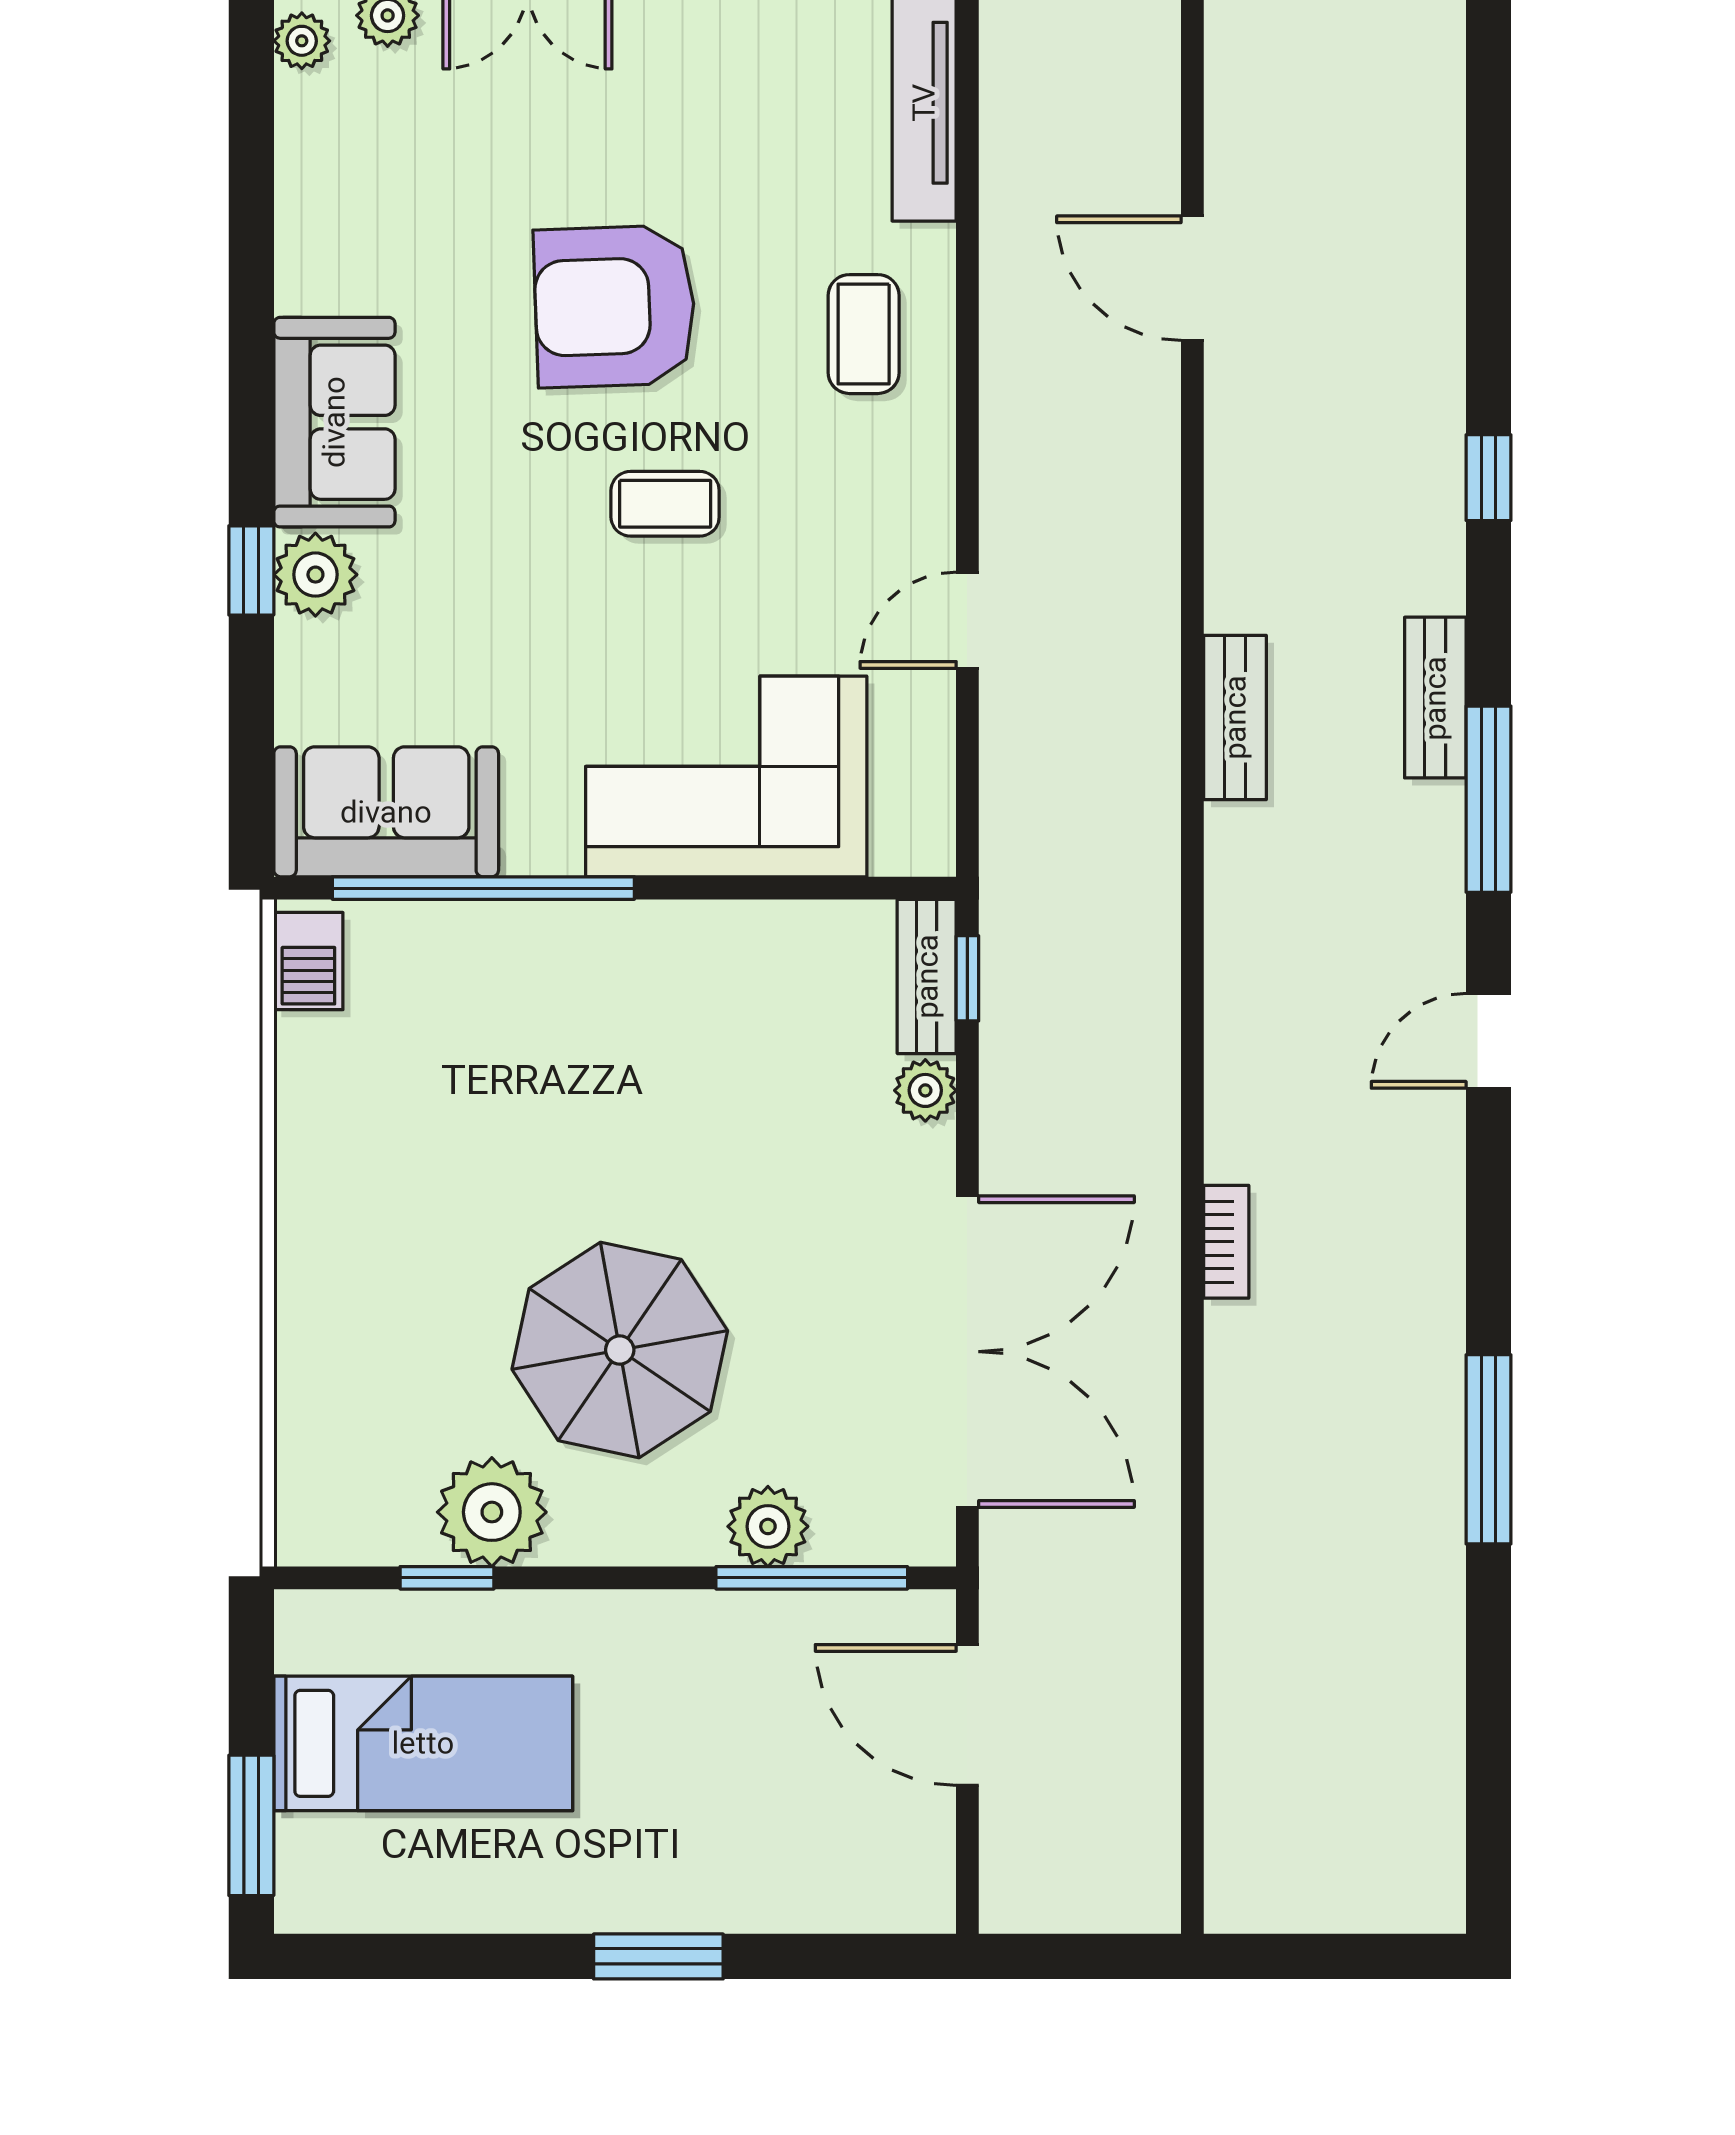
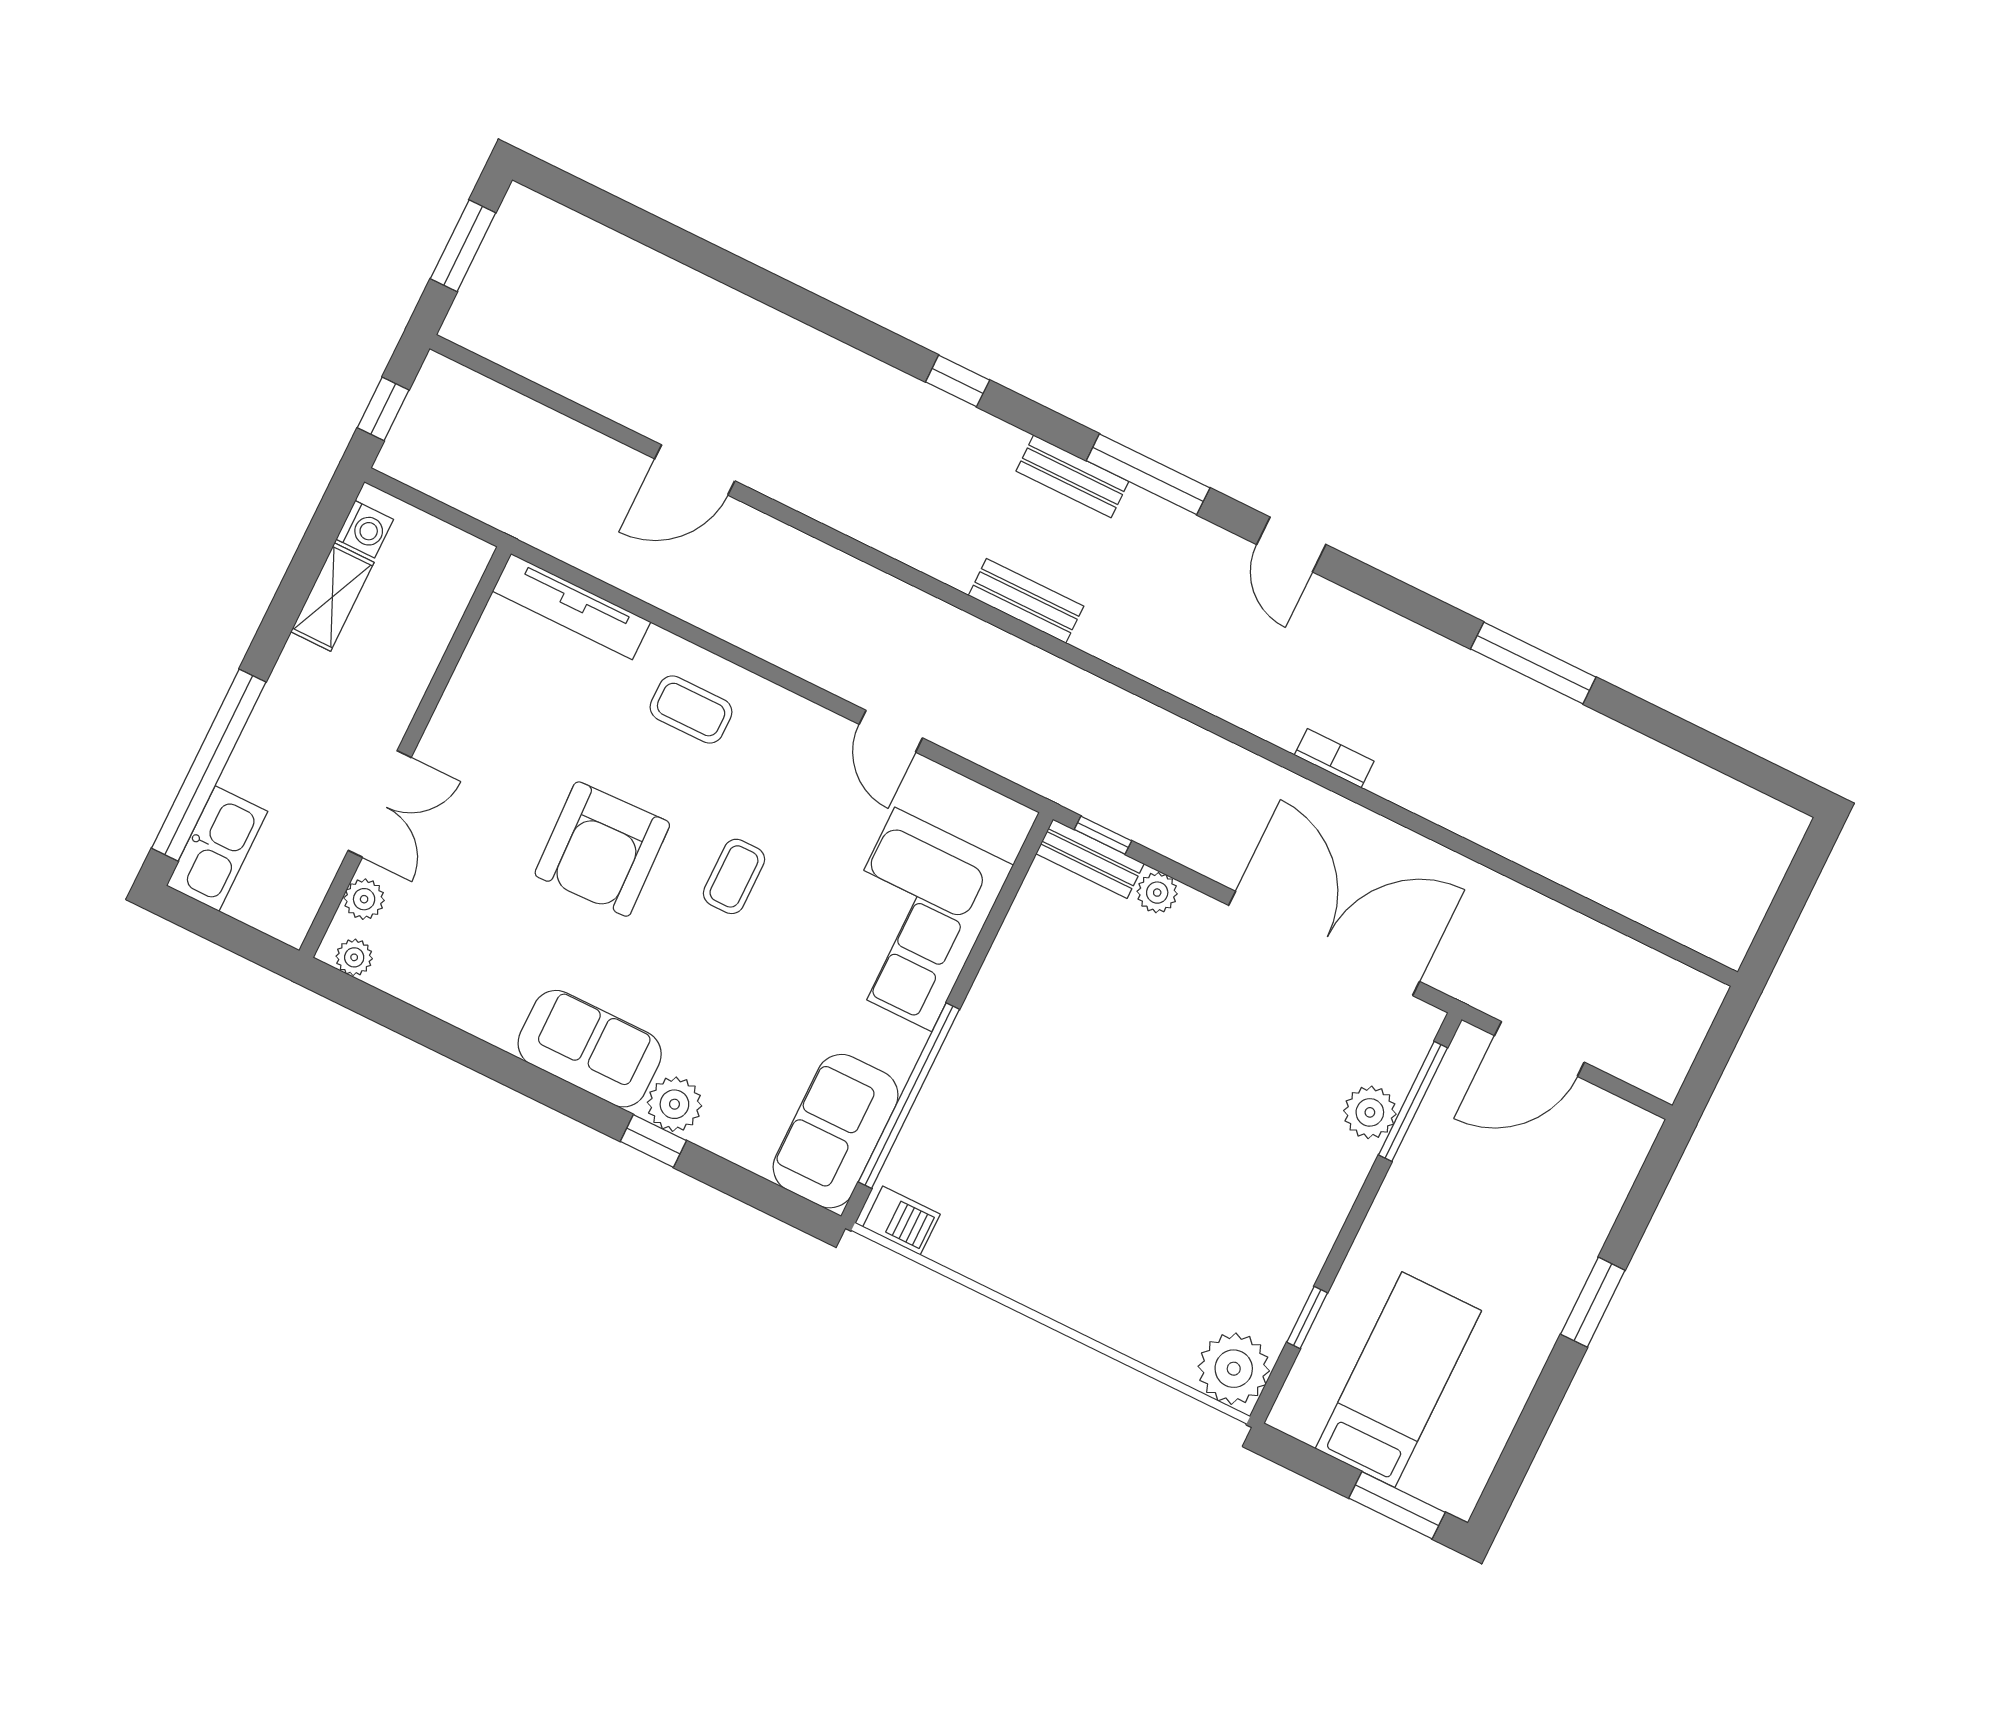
door: (1192, 278) -> (695, 470), moved
parasol: (620, 1350) -> (1222, 1149), removed
plant: (492, 1512) -> (1234, 1369), moved

